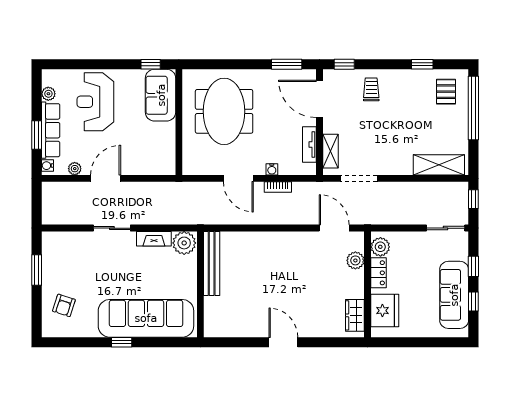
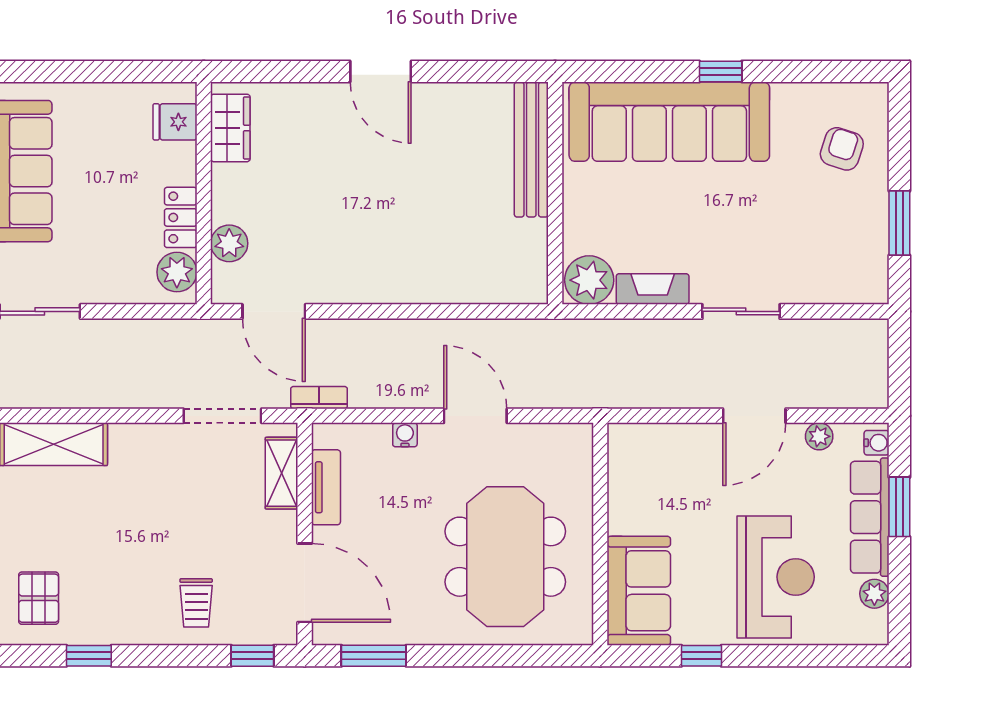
window: (151, 64) -> (701, 656), moved
bookcase: (278, 187) -> (319, 398), moved
bench: (212, 264) -> (531, 150), moved
fridge: (385, 311) -> (175, 122), width x0.53, depth x0.75

